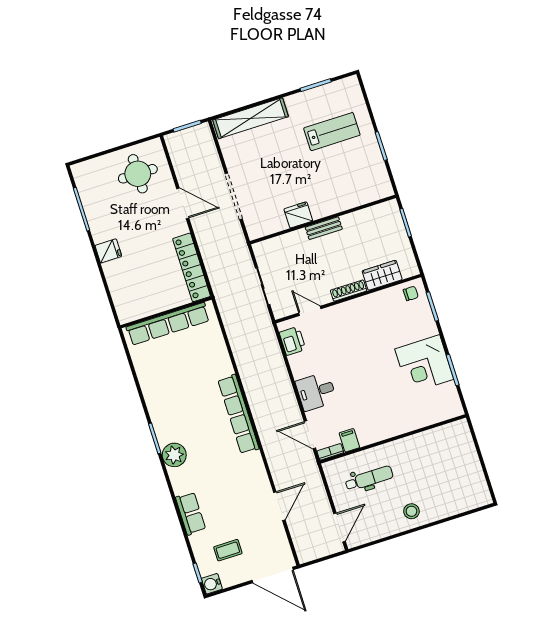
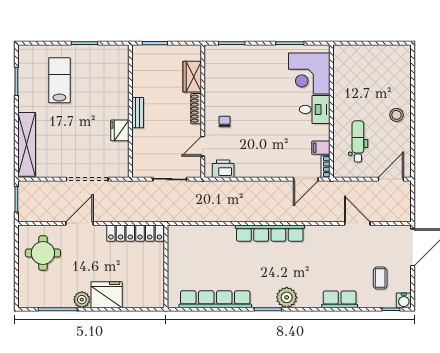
plant: (100, 232) -> (82, 300), added
fridge: (108, 251) -> (107, 295), width x1.88, depth x1.34
chair: (411, 293) -> (225, 122), moved
row of seats: (168, 324) -> (215, 299), moved, turned -90
corner desk: (424, 364) -> (309, 74), moved, turned 90
desk: (316, 391) -> (315, 109), moved, turned -90
door: (339, 527) -> (391, 179), hinge flipped

